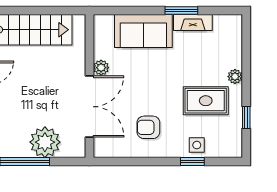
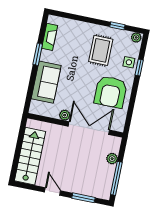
fireplace: (193, 23) -> (50, 37), moved
plant: (235, 77) -> (136, 37), moved
armchair: (148, 127) -> (111, 92), width x1.88, depth x1.88
plant: (45, 142) -> (112, 159), width x0.53, depth x0.53

